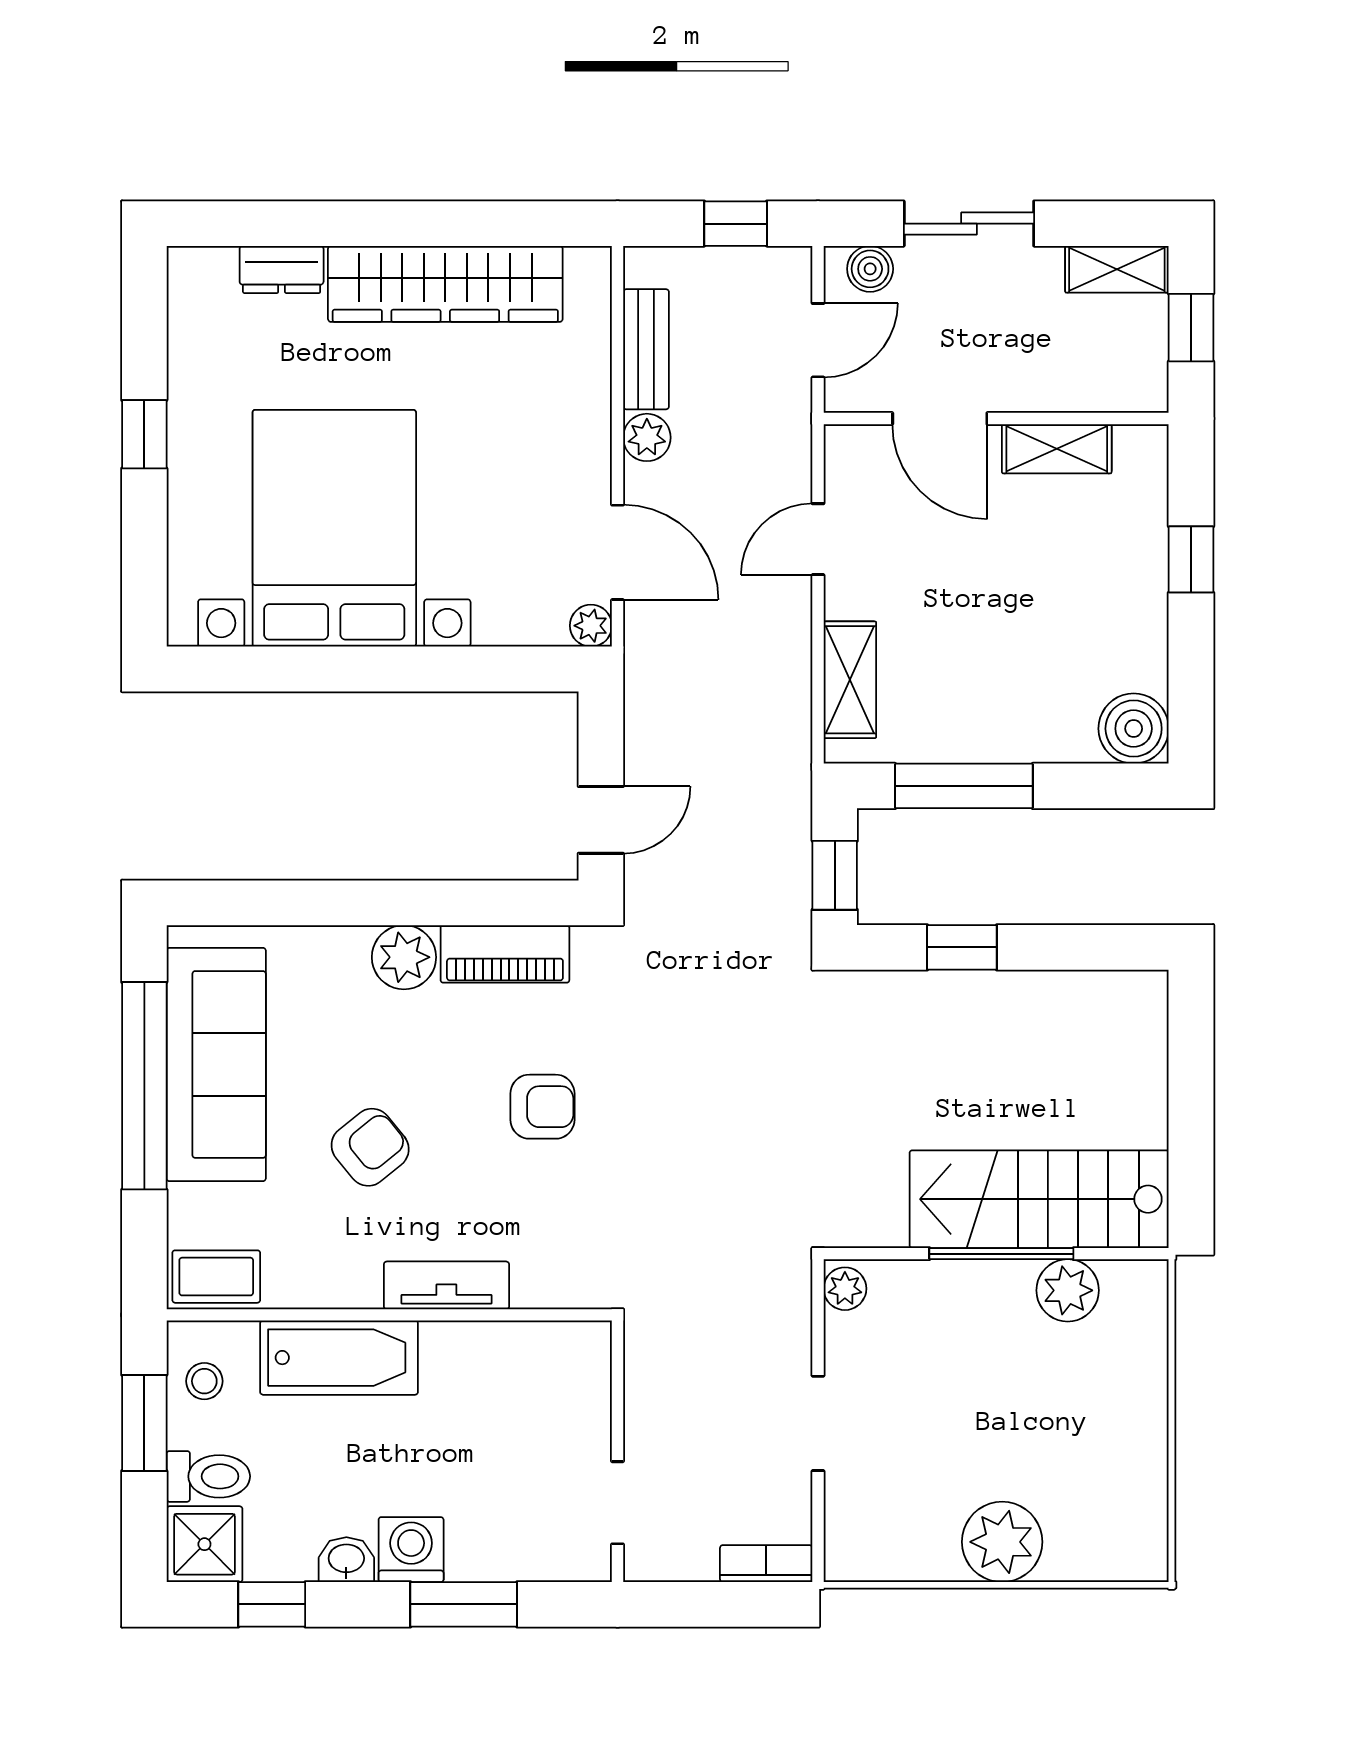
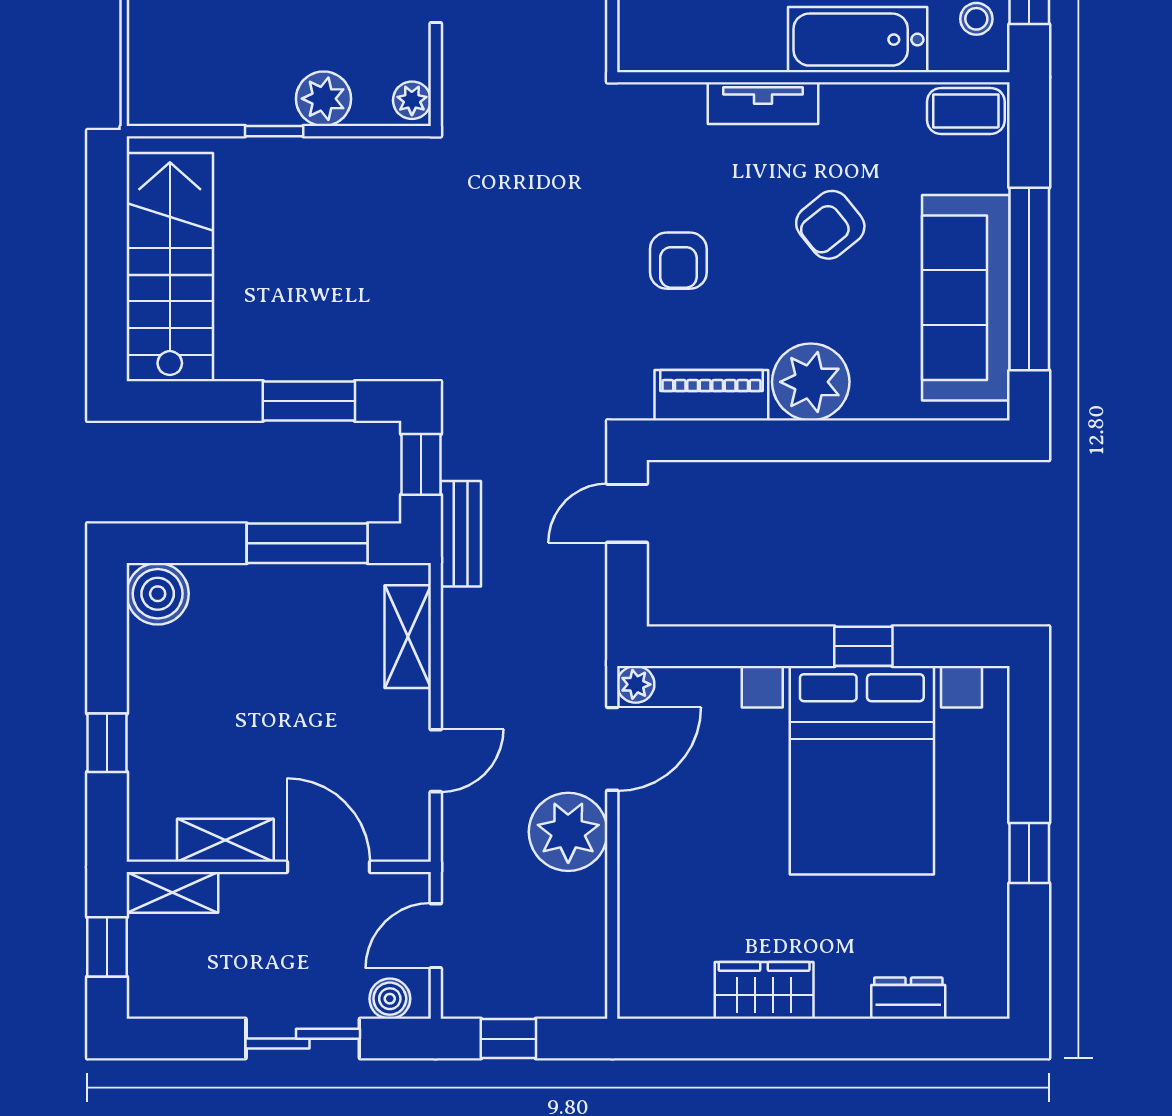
shelving: (1117, 269) -> (172, 892), moved
wardrobe: (445, 284) -> (764, 990), width x0.48, depth x0.85
bench: (646, 349) -> (461, 534), moved
plant: (647, 437) -> (568, 832), width x1.88, depth x1.88
door: (618, 552) -> (612, 749), swing flipped
window: (332, 669) -> (863, 646), added
window: (962, 947) -> (309, 401), width x1.50
plant: (404, 957) -> (811, 382), width x1.36, depth x1.36
armchair: (542, 1107) -> (678, 261), turned -90
stairs: (1039, 1199) -> (170, 267), moved, turned -90
window: (1001, 1254) -> (274, 131), width x0.46
plant: (1068, 1290) -> (324, 99), moved

